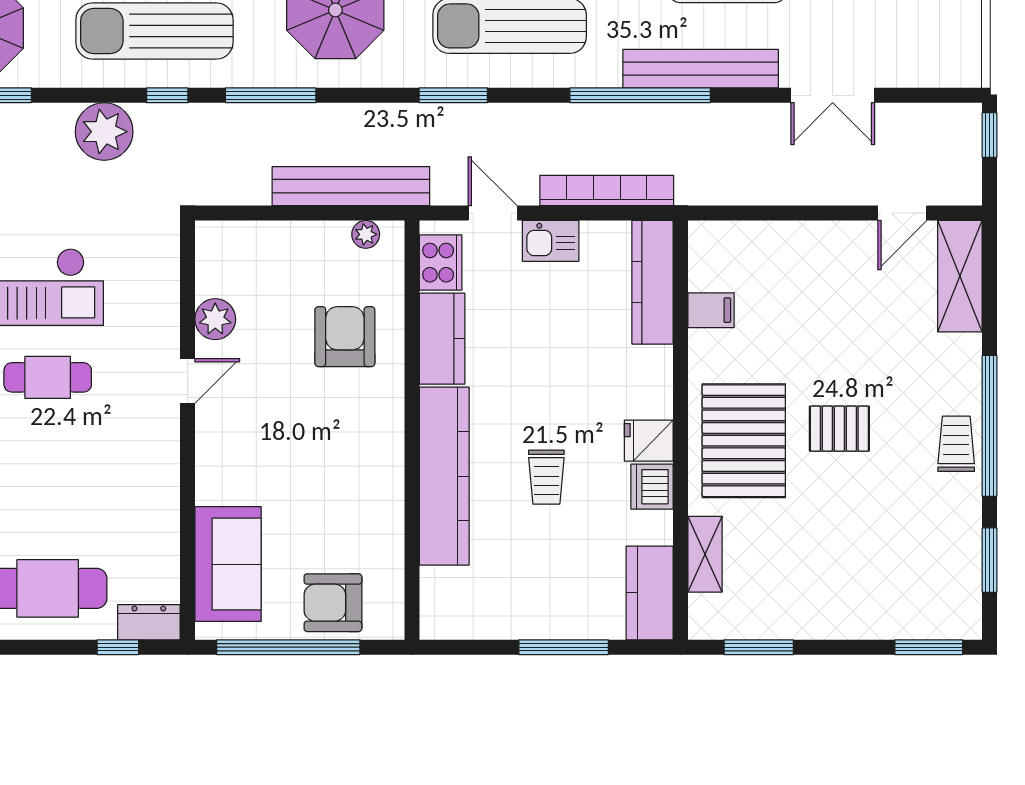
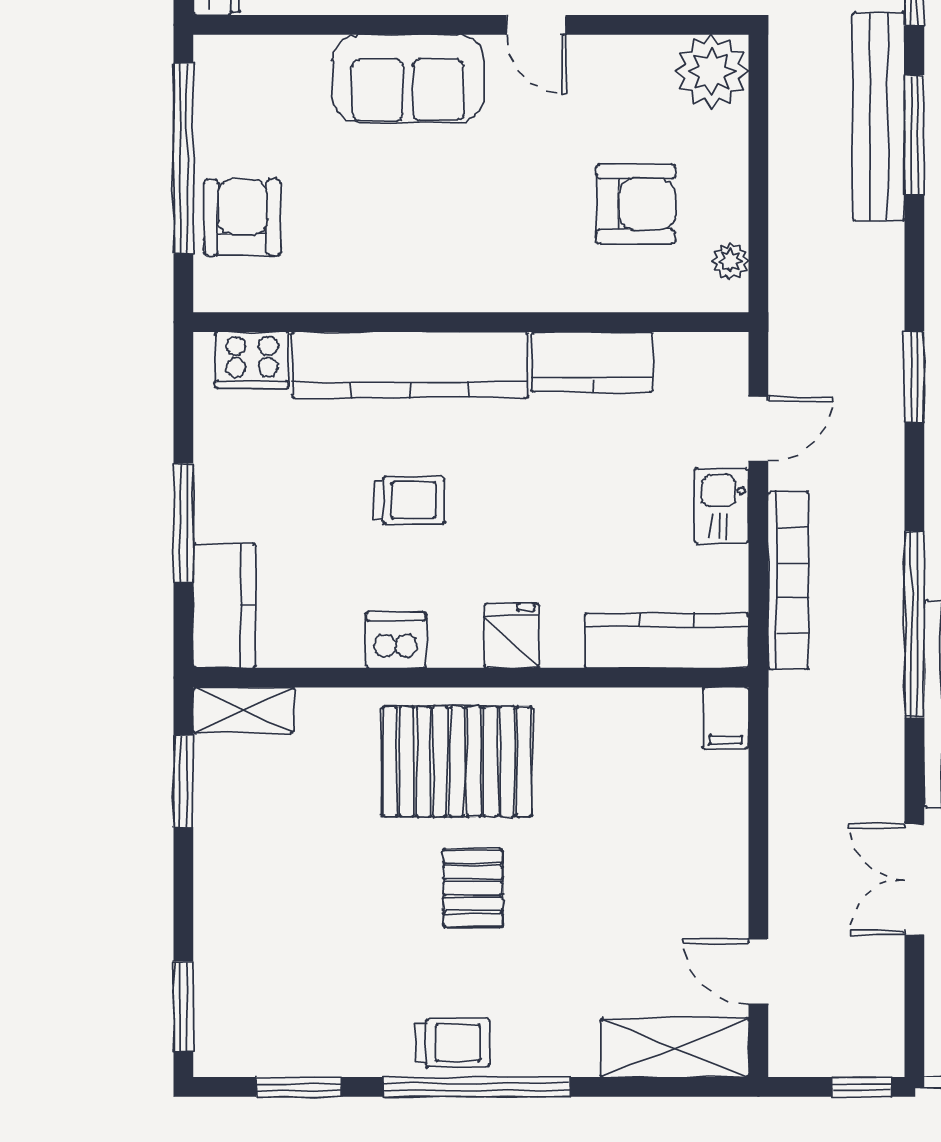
bench: (351, 186) -> (879, 117), moved
cooker: (441, 263) -> (252, 360), moved
filing cabinet: (711, 310) -> (726, 718), moved
plant: (215, 319) -> (712, 71), moved, width x1.36, depth x1.36
armchair: (345, 337) -> (636, 204), moved
fridge: (649, 441) -> (512, 636), moved
trolley: (546, 477) -> (409, 500), turned 180
shelving: (705, 554) -> (243, 710), moved
sofa: (228, 564) -> (408, 78), moved
kitchen counter: (650, 593) -> (224, 606), moved, turned 90

